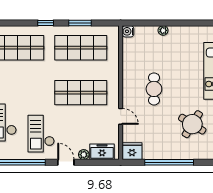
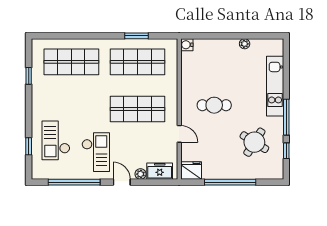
window: (46, 23) -> (100, 36), removed
plant: (163, 30) -> (245, 44), moved
cafe table: (154, 89) -> (214, 105), turned 90
checkout: (41, 134) -> (96, 152), turned 180

